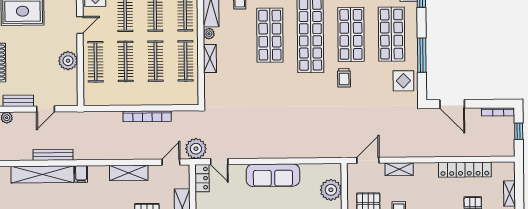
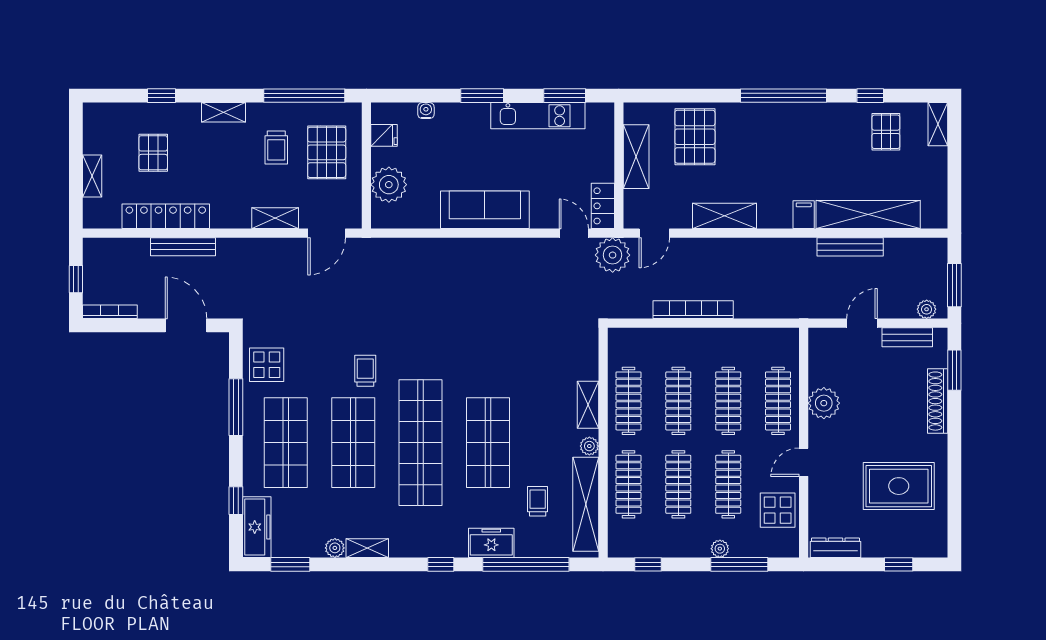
bench: (454, 151) -> (183, 247), added

